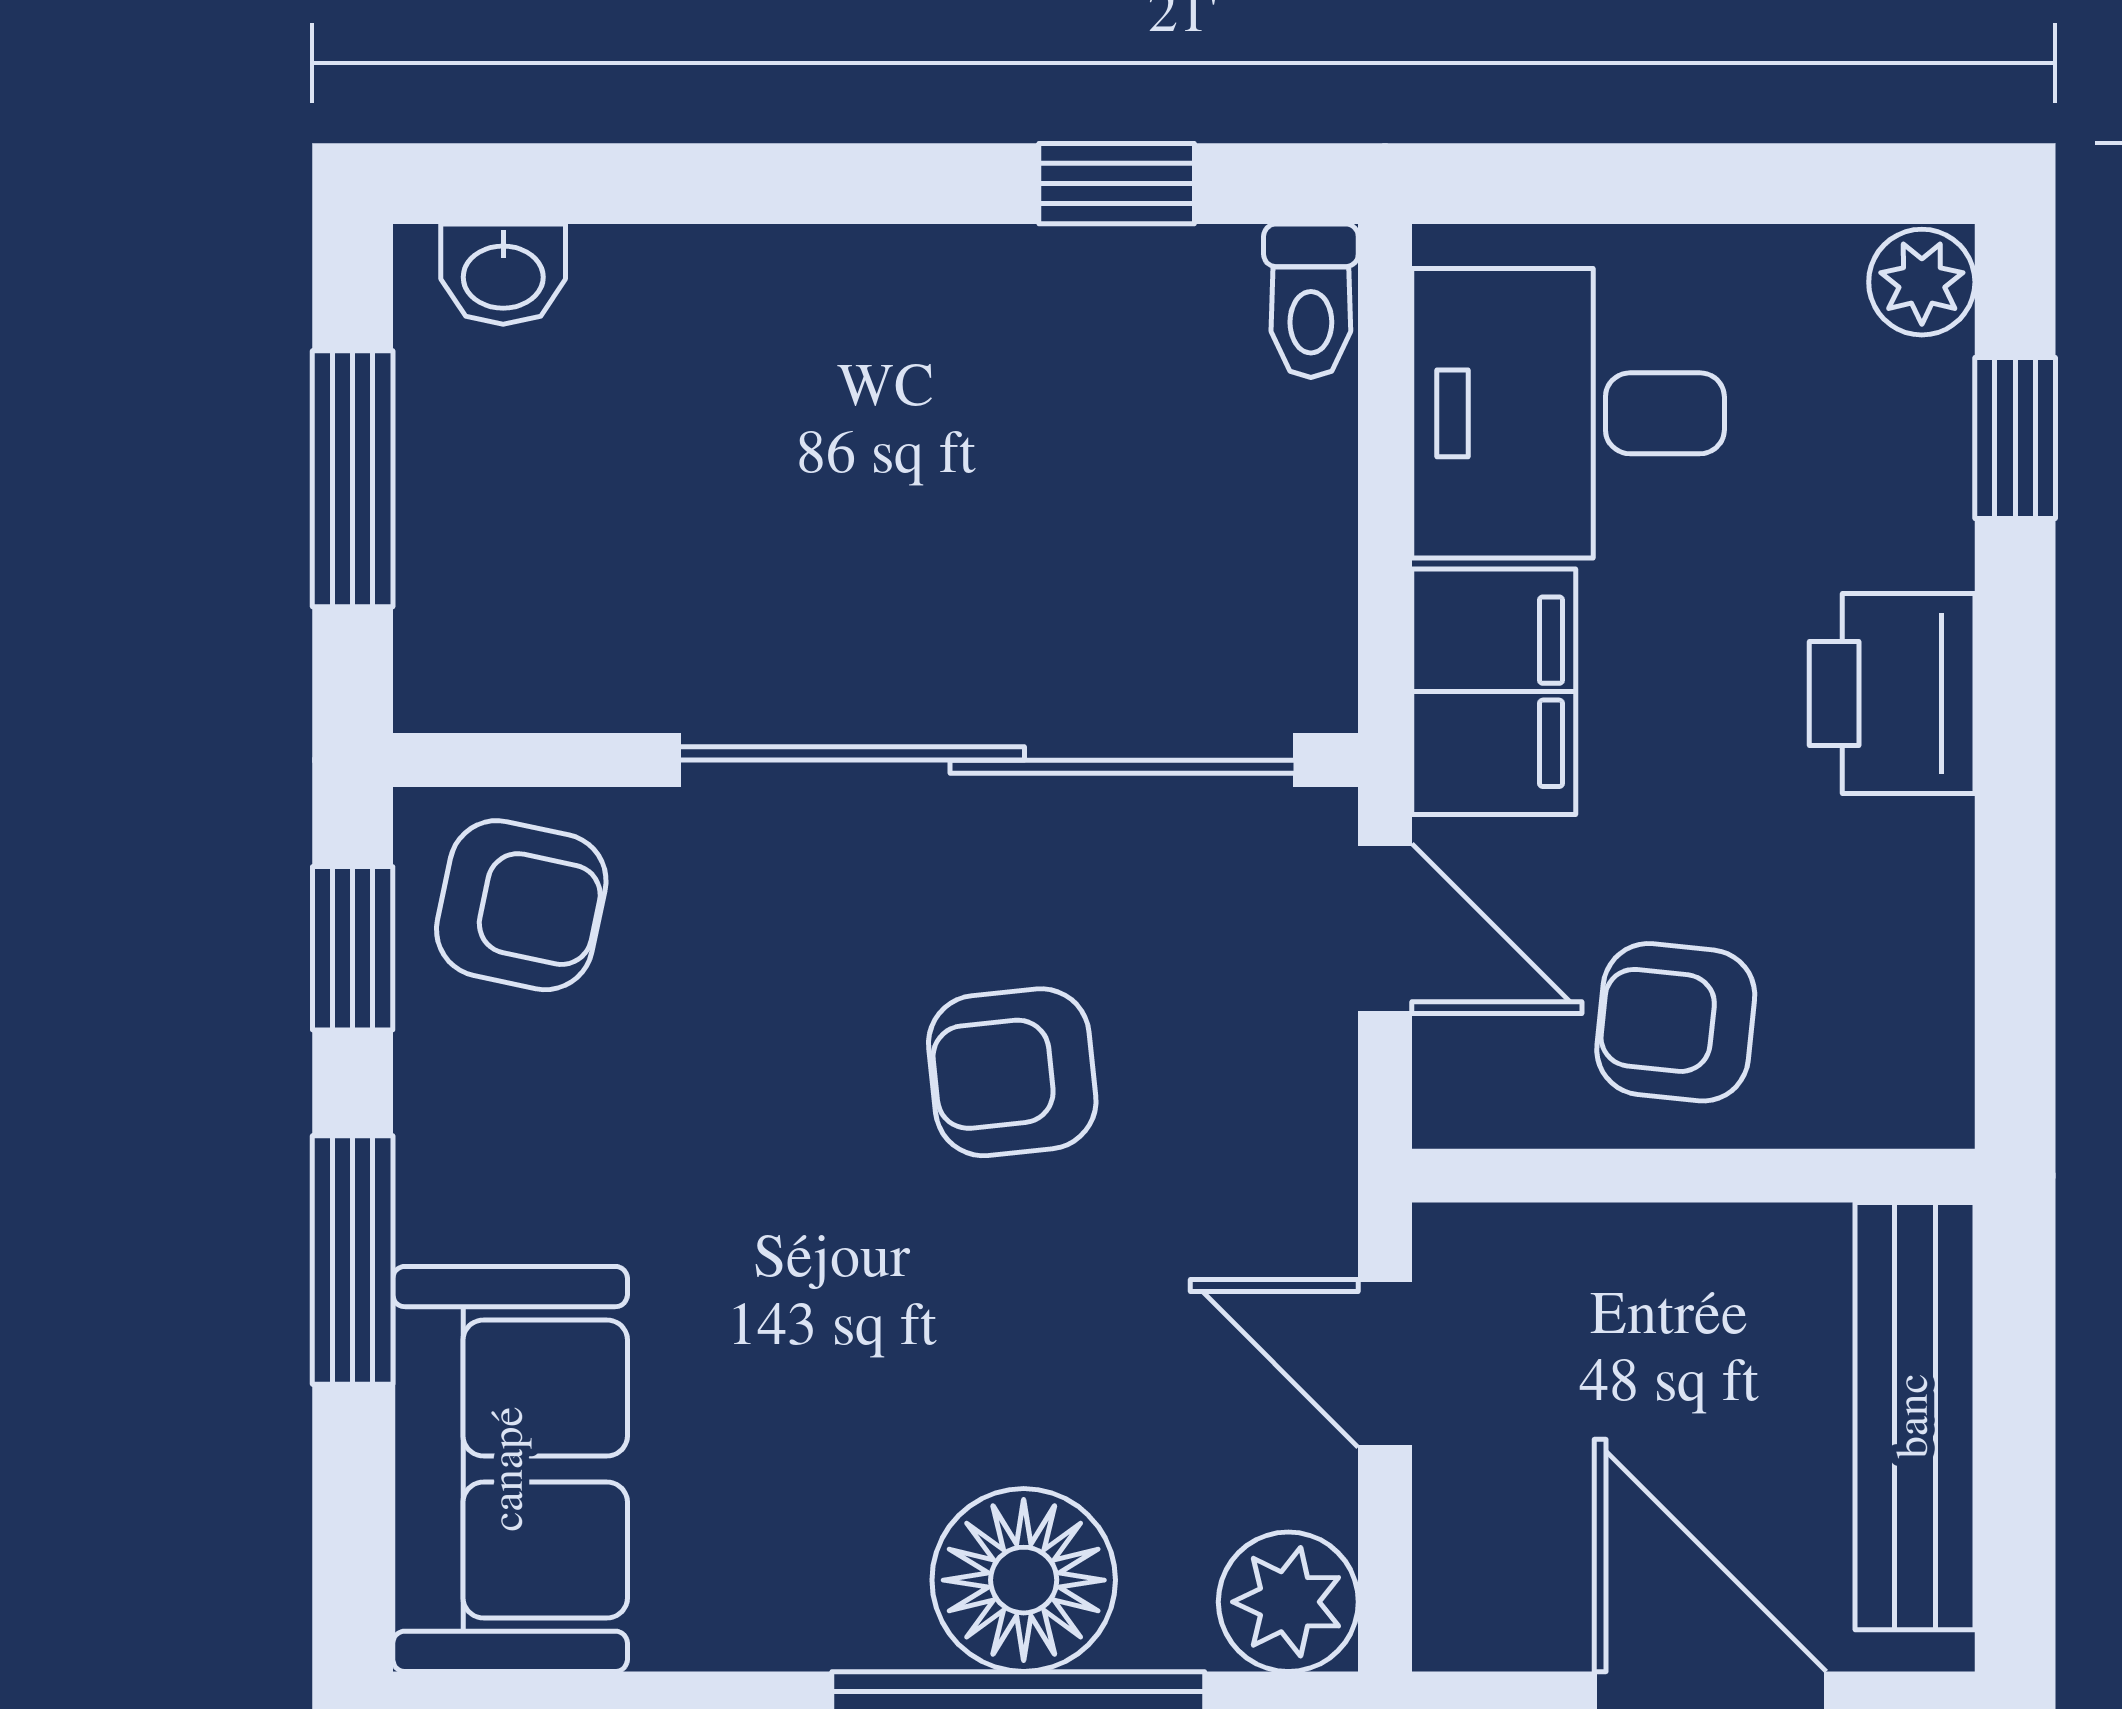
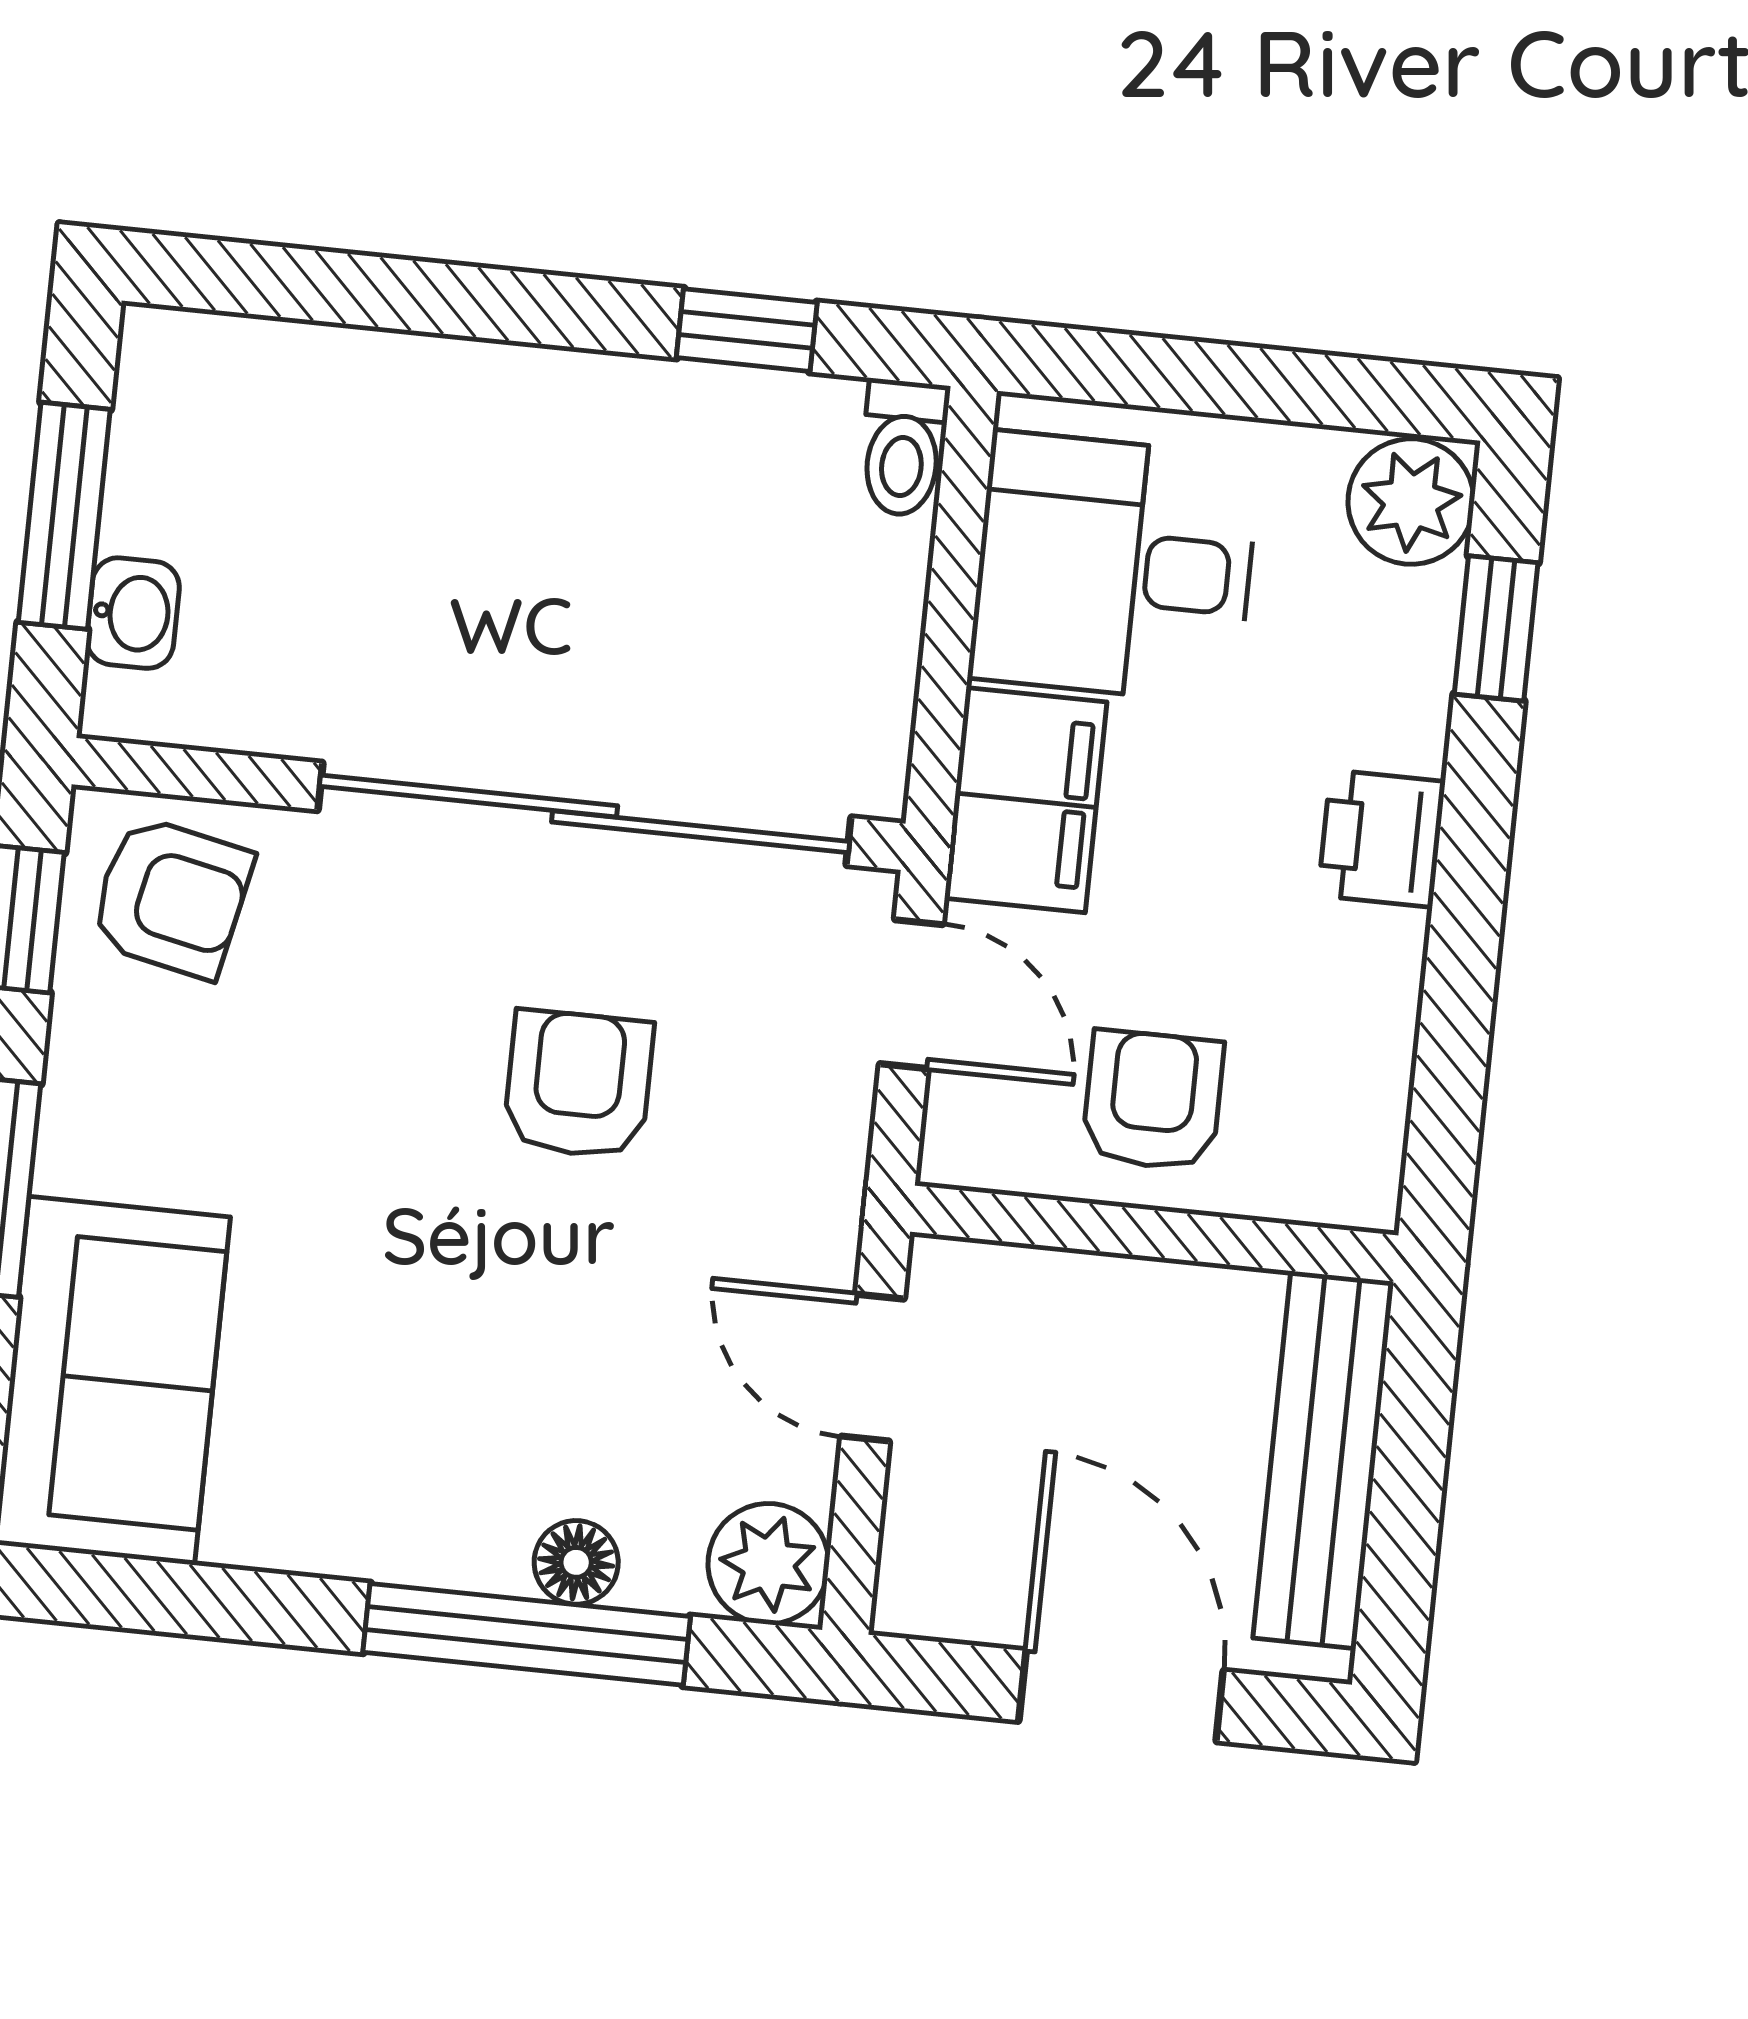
washbasin: (503, 274) -> (133, 613), moved, turned -90
plant: (1922, 282) -> (1411, 502), width x1.38, depth x1.38
printer: (1892, 694) -> (1382, 838), width x0.73, depth x0.81
armchair: (1676, 1022) -> (1153, 1100), turned 84
armchair: (1012, 1072) -> (578, 1084), turned 96
floor lamp: (1024, 1580) -> (576, 1562), width x0.53, depth x0.53

